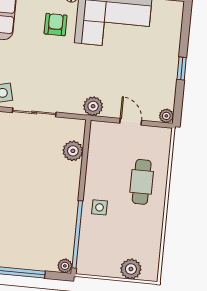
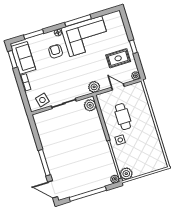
rug: (150, 77) -> (118, 58), added
plant: (73, 151) -> (90, 105), moved
cafe table: (142, 182) -> (123, 117), moved
plant: (131, 269) -> (126, 174), moved

